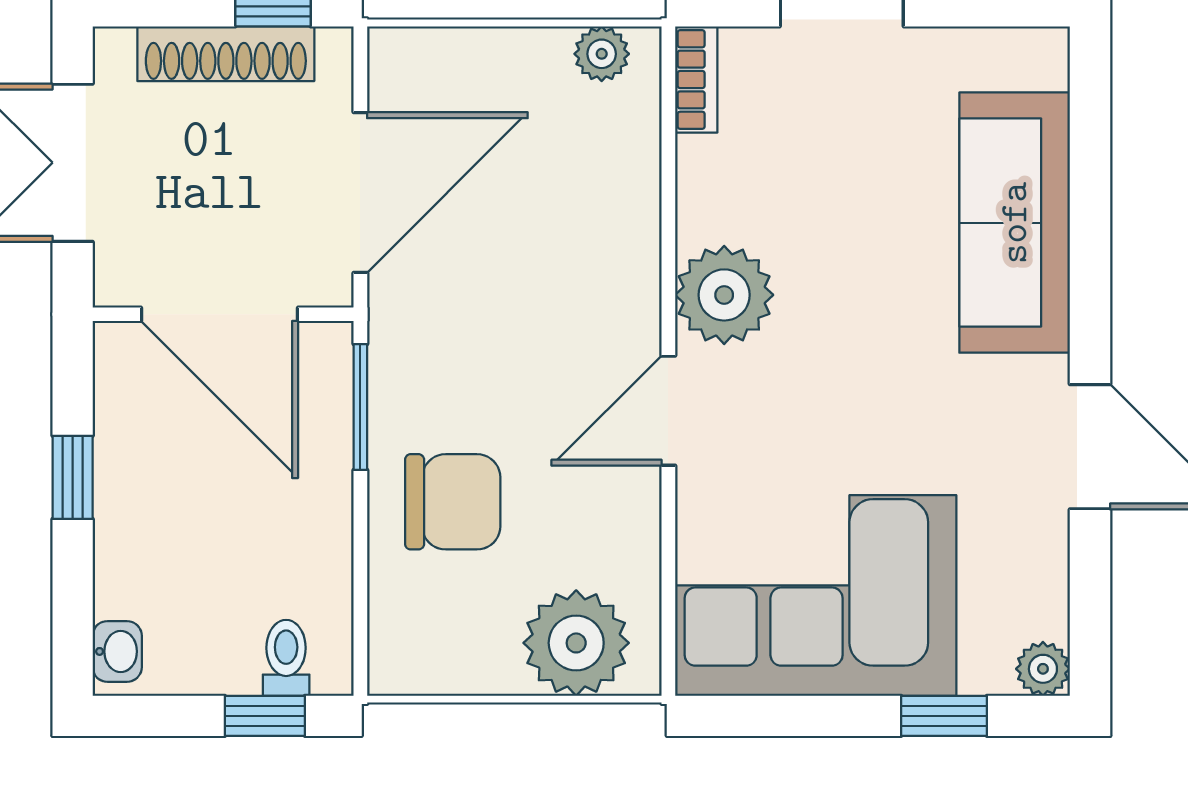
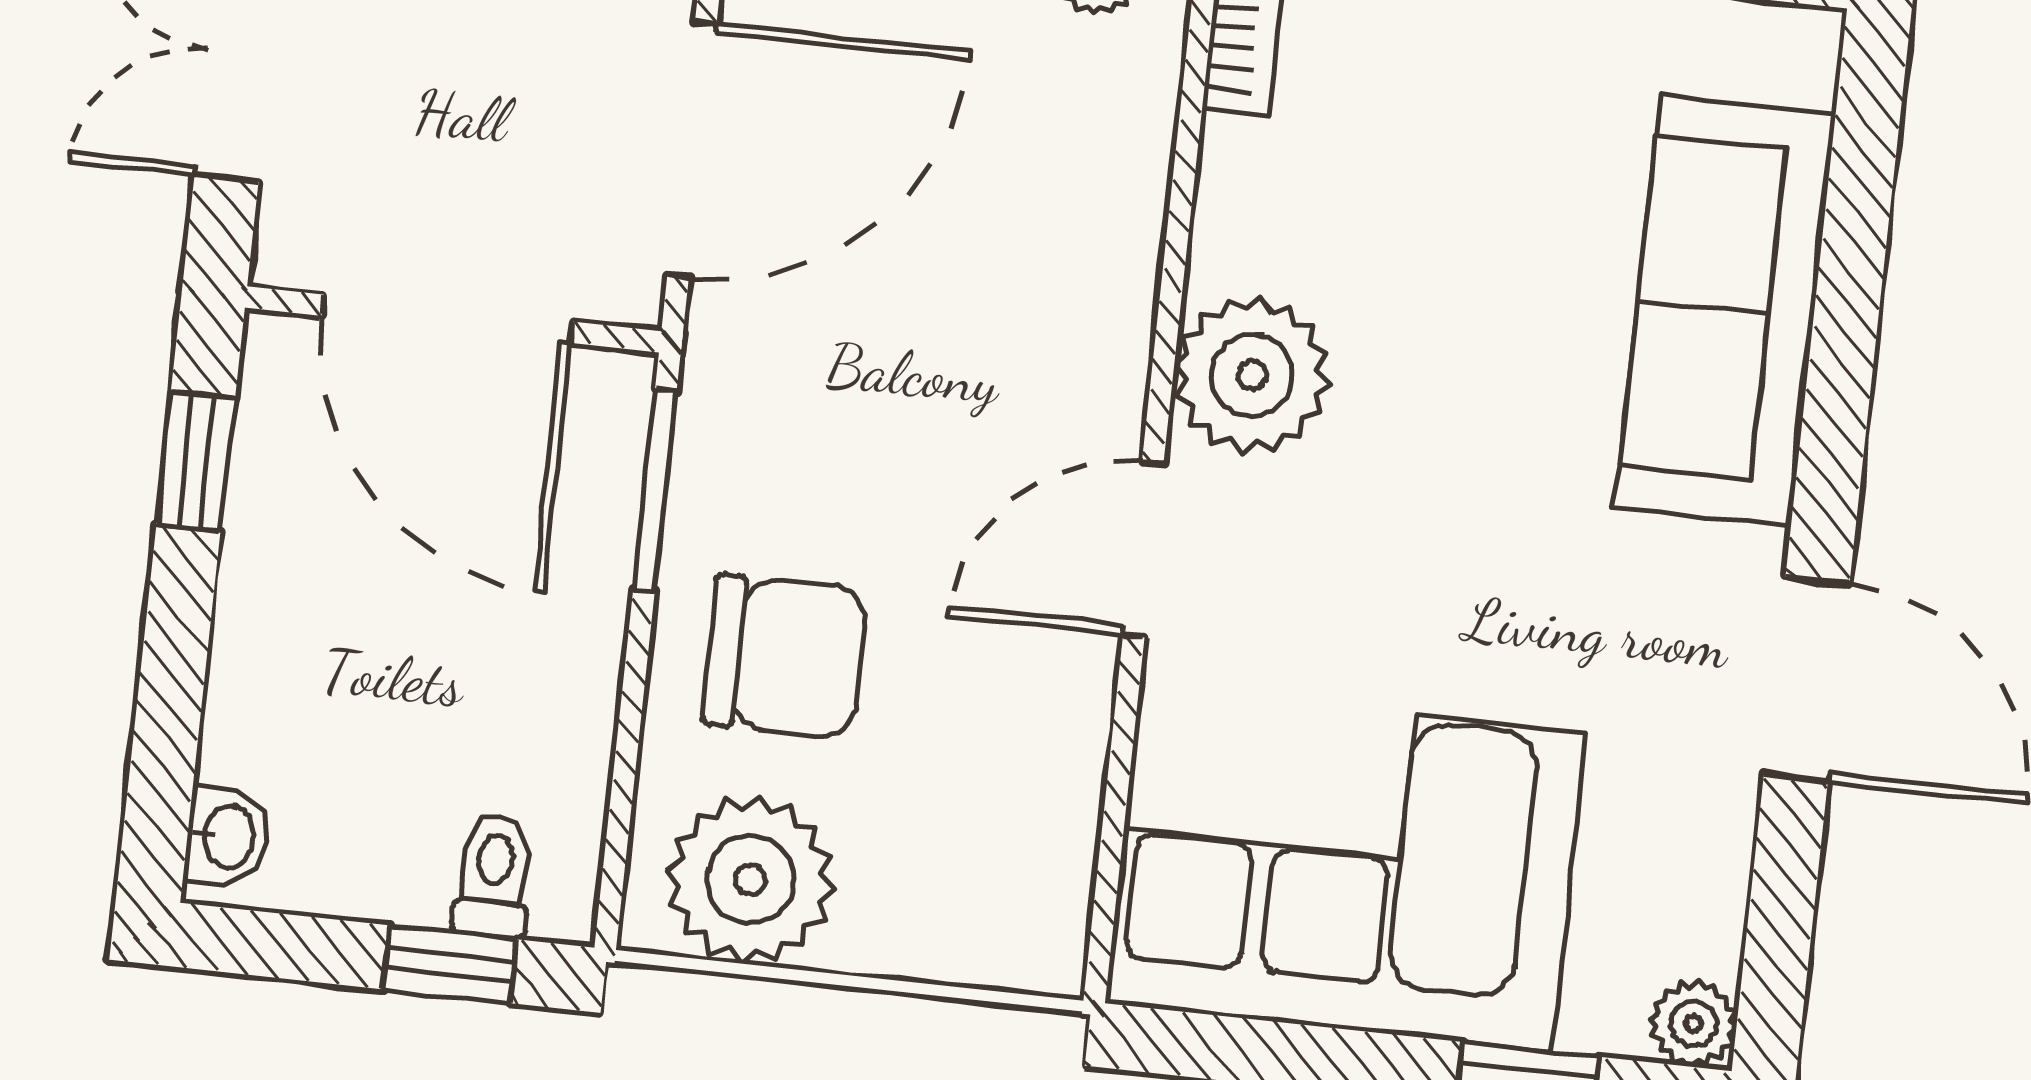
window: (73, 477) -> (196, 461), moved
plant: (576, 643) -> (750, 880), moved

